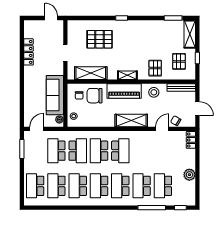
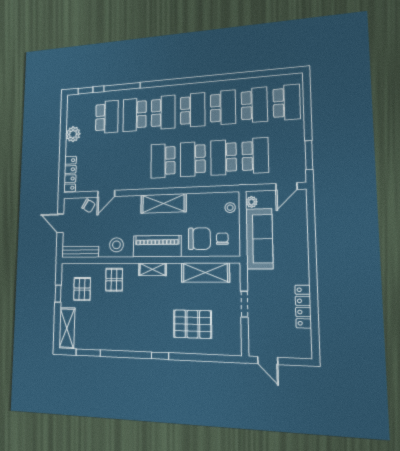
shelving: (131, 120) -> (163, 203), moved
locker: (191, 140) -> (70, 174), width x1.53
school desk: (99, 151) -> (193, 159), turned 180
school desk: (142, 186) -> (135, 115), turned 180

